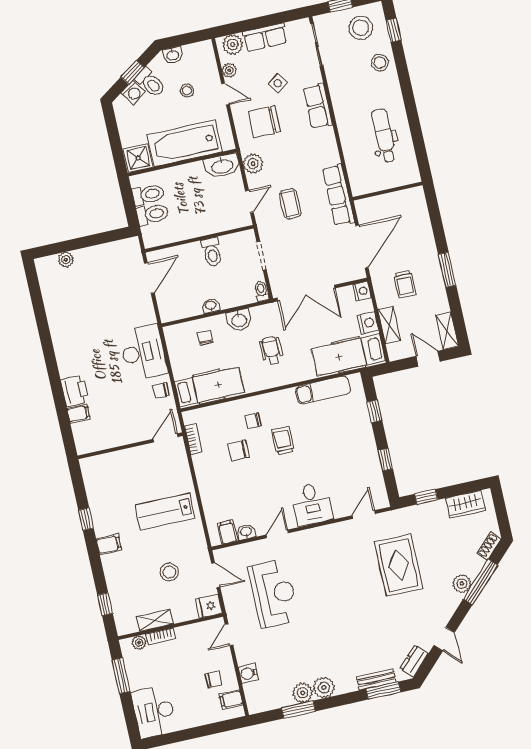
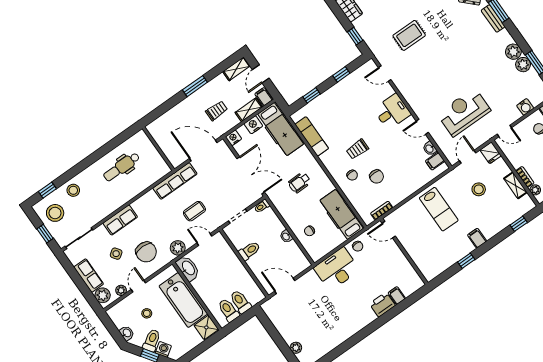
washbasin: (239, 320) -> (288, 213), removed
filing cabinet: (398, 350) -> (264, 97), added
rug: (399, 565) -> (409, 35), width x0.73, depth x0.70

